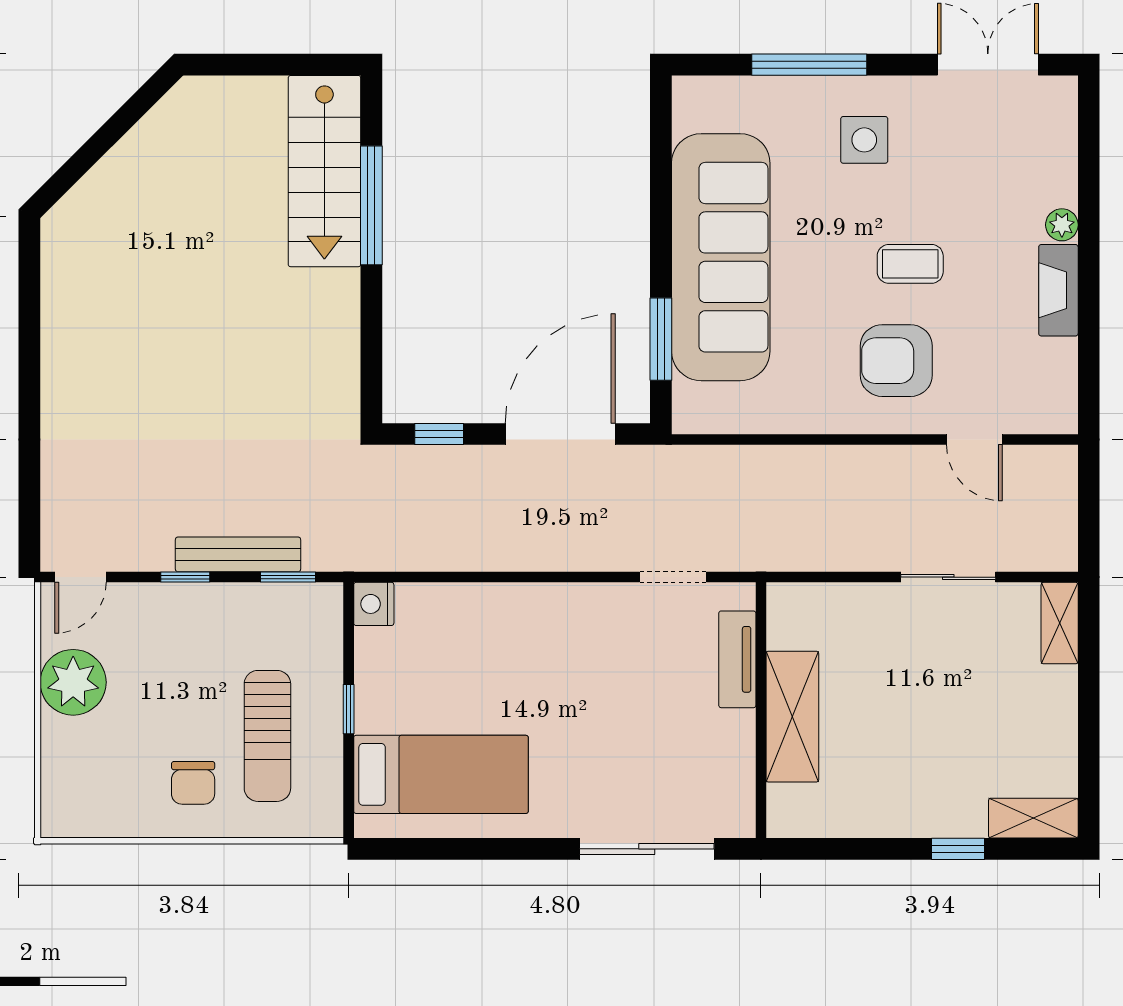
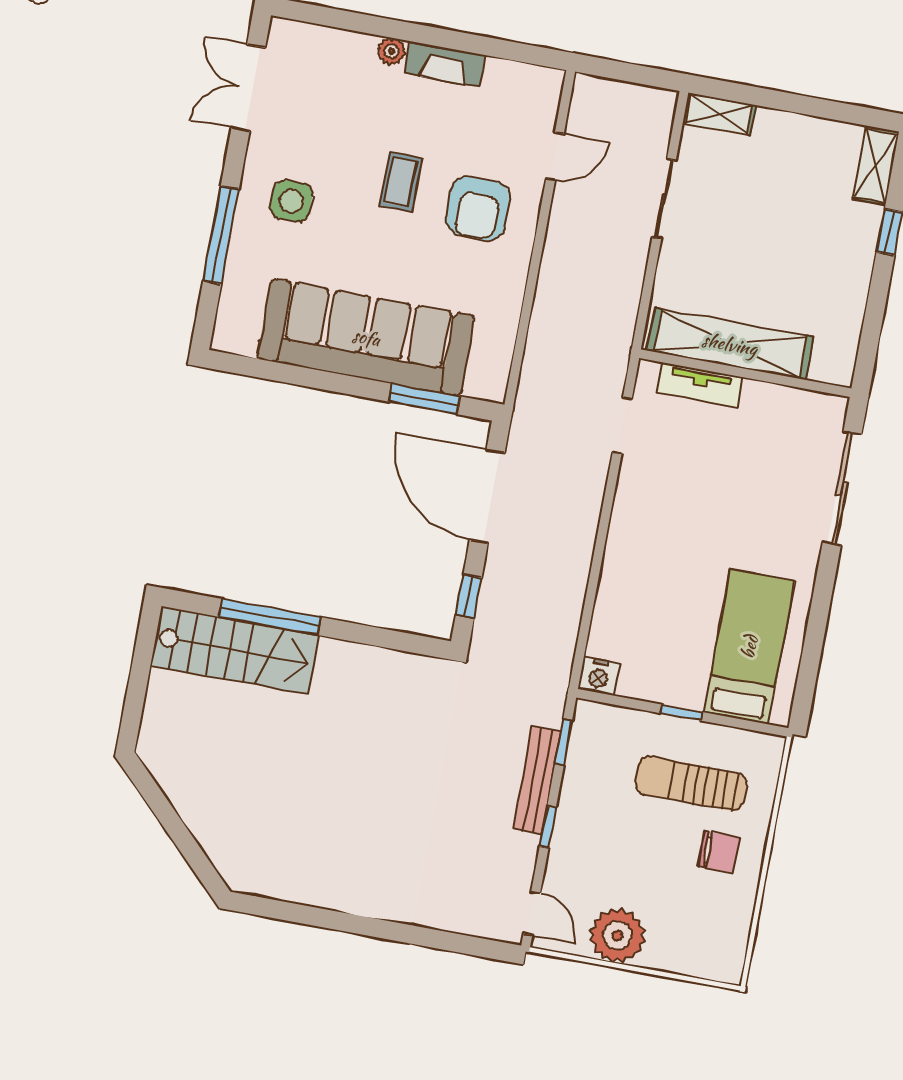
shelving: (792, 717) -> (730, 344), width x1.47
sun lounger: (267, 736) -> (691, 784), turned 180

